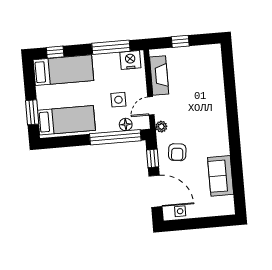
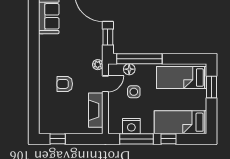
window: (180, 41) -> (58, 139), moved
window: (55, 52) -> (168, 139), moved
nightstand: (130, 60) -> (131, 126), moved
armchair: (177, 152) -> (65, 84), moved, turned -97

